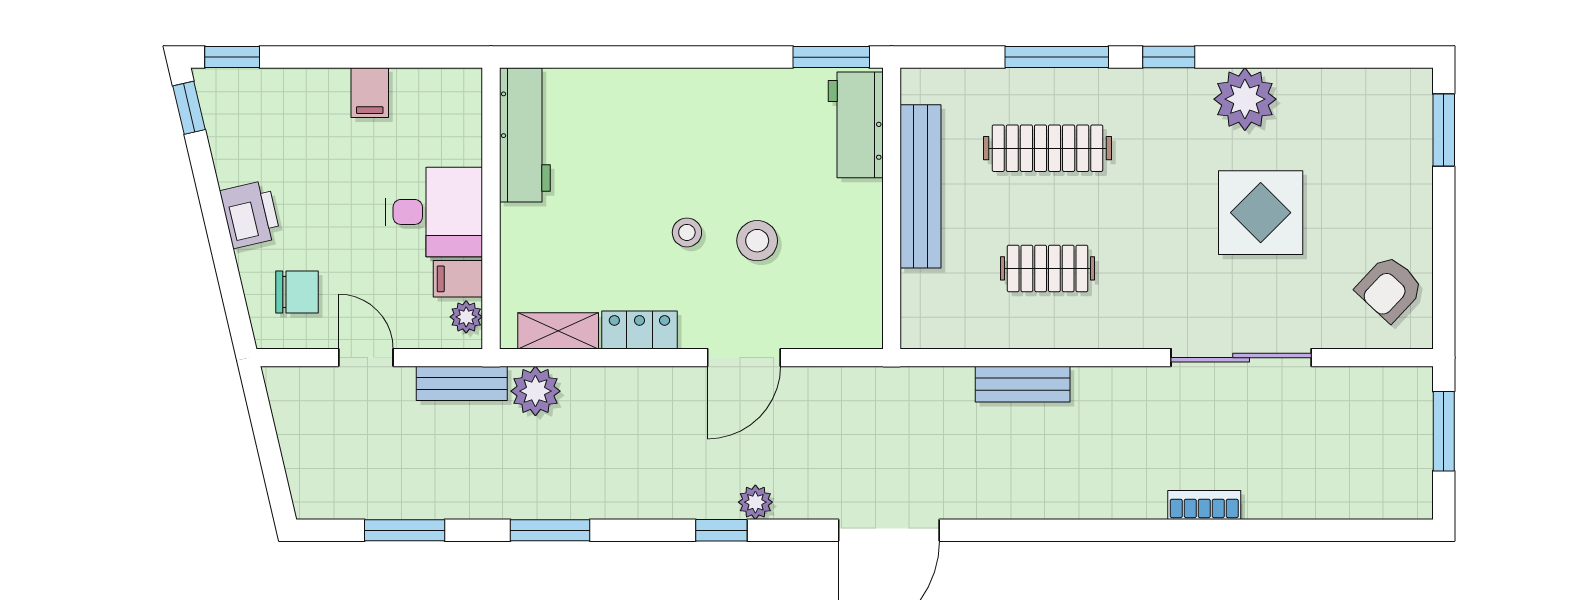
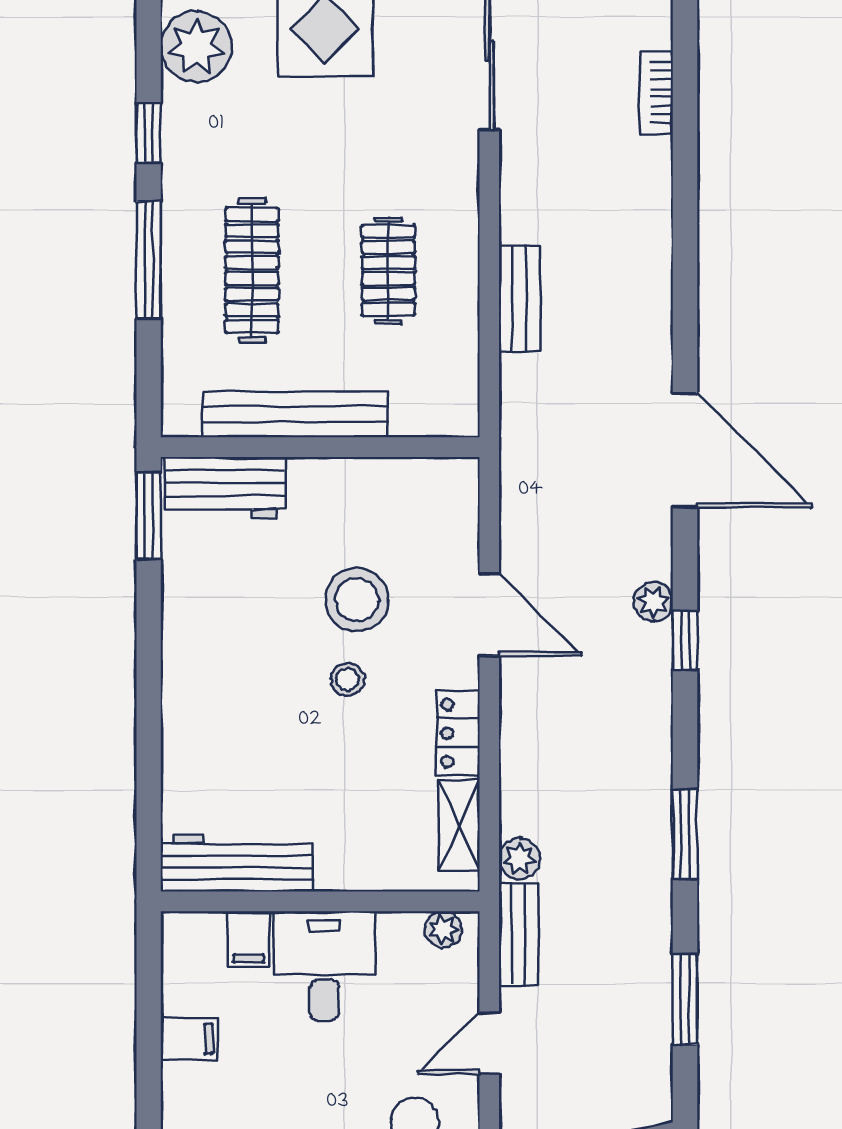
stool: (757, 241) -> (357, 600), width x1.38, depth x1.38
filing cabinet: (458, 279) -> (249, 939), moved
plant: (535, 391) -> (520, 859), width x0.73, depth x0.73

